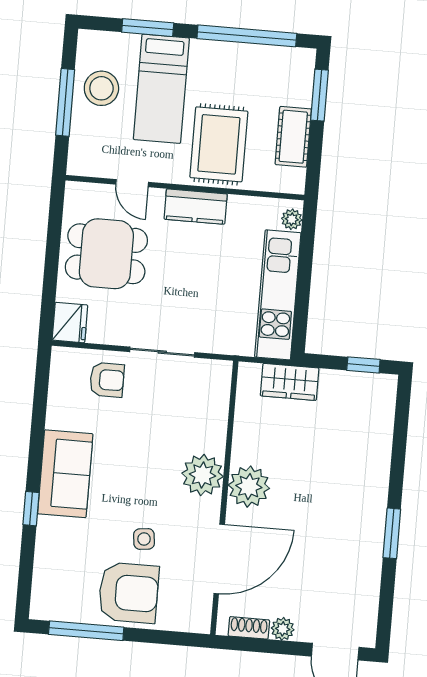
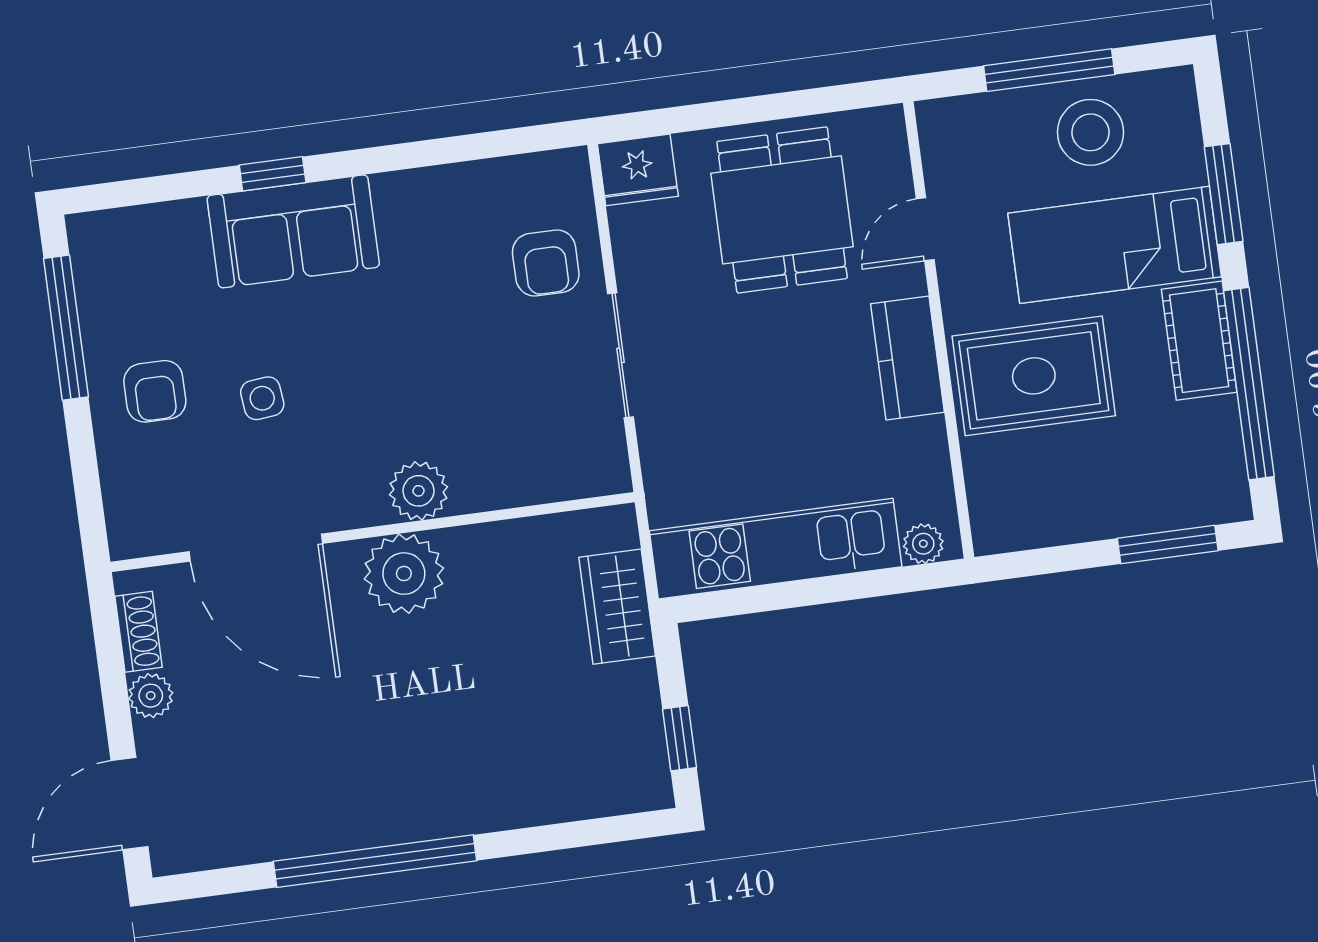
cot: (293, 137) -> (1199, 341), moved, turned 90
sofa: (65, 474) -> (293, 231), moved
plant: (202, 475) -> (418, 491), width x0.73, depth x0.73
window: (392, 533) -> (375, 861), width x2.11
armchair: (128, 593) -> (155, 391), width x0.53, depth x0.53

